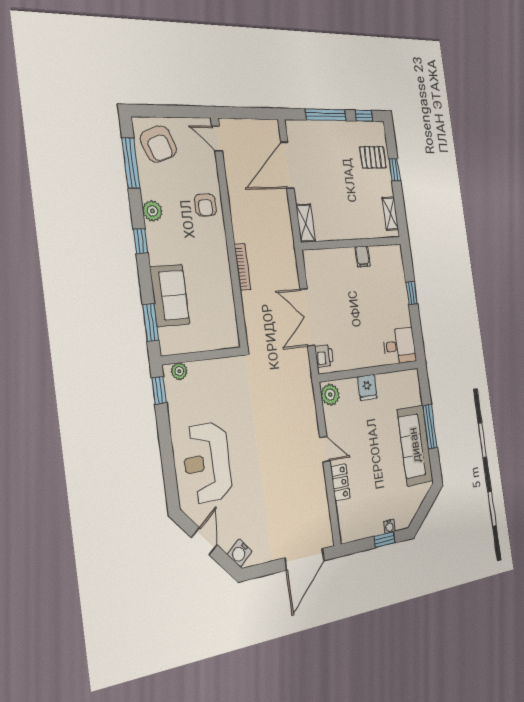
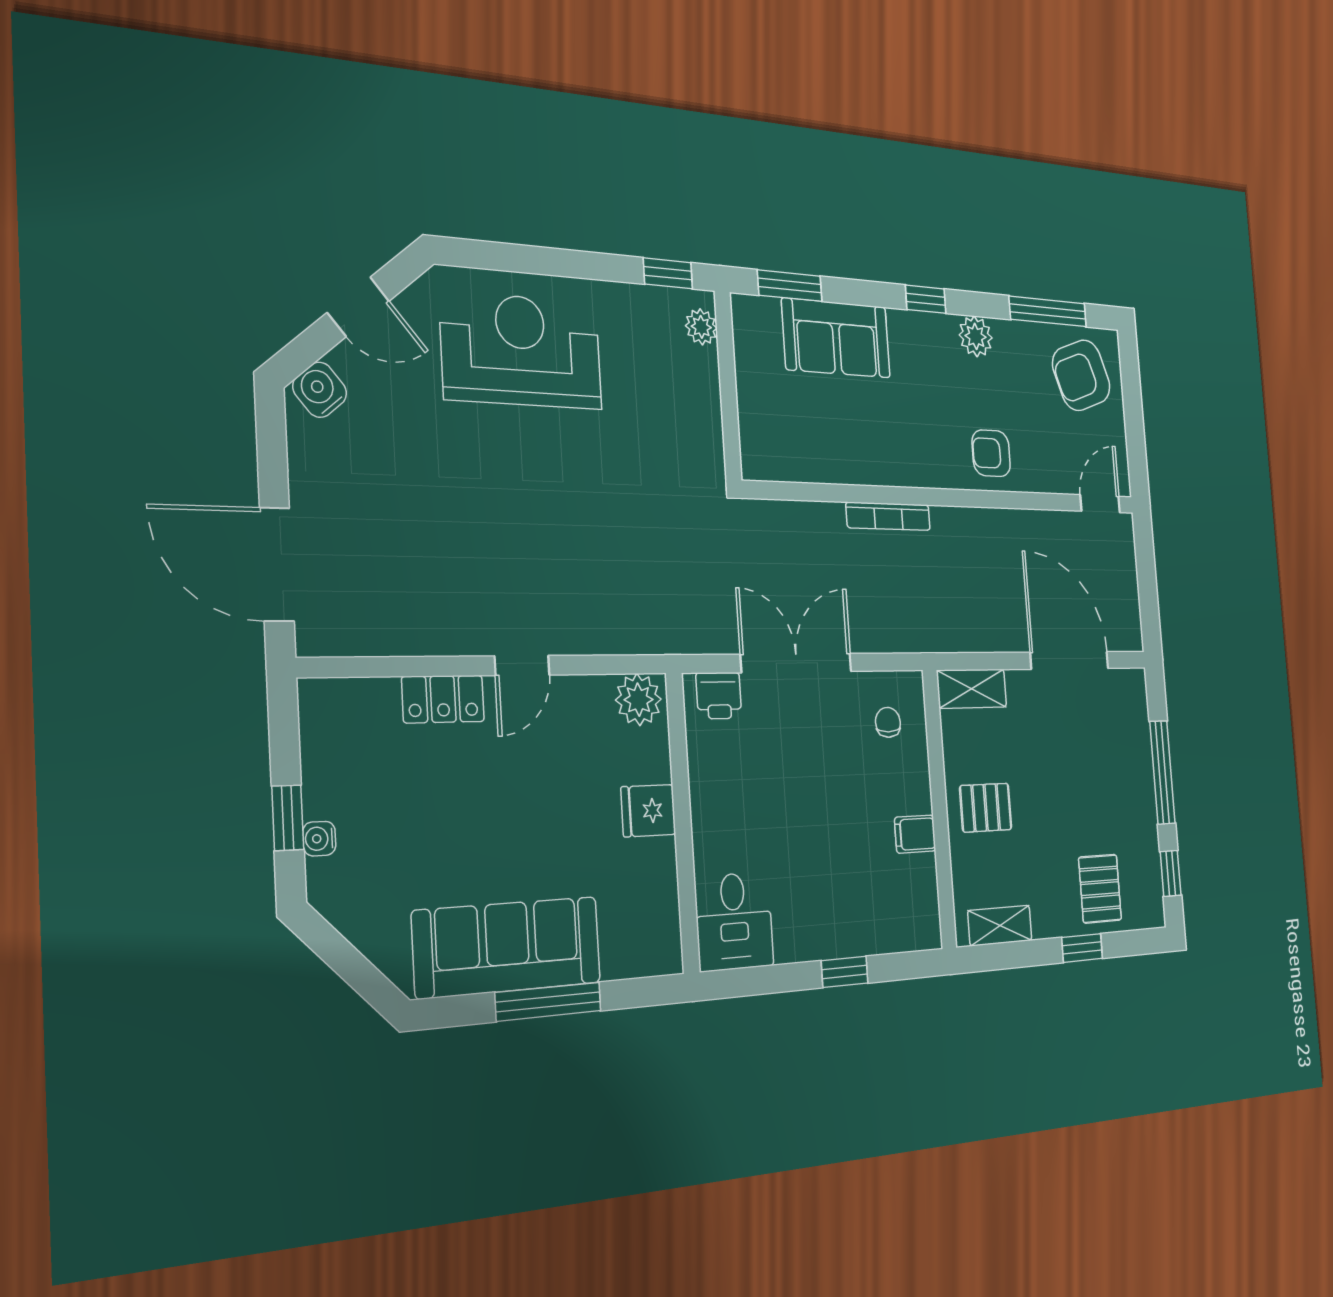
pallet: (349, 218) -> (986, 808), added
chair: (324, 269) -> (888, 722), added

